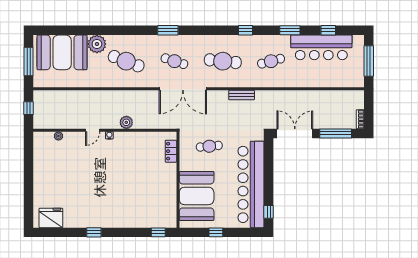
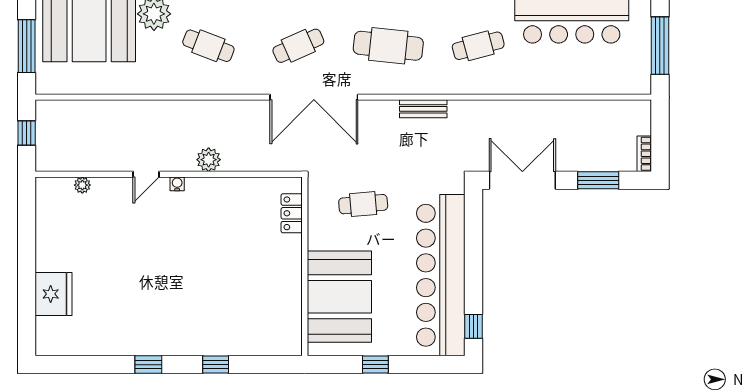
cafe table: (126, 61) -> (208, 46), width x0.73, depth x0.74
cafe table: (174, 61) -> (298, 46), turned -42
window: (336, 133) -> (598, 180), width x0.69
fridge: (51, 218) -> (54, 294), moved, turned 90
window: (158, 232) -> (216, 365), moved

